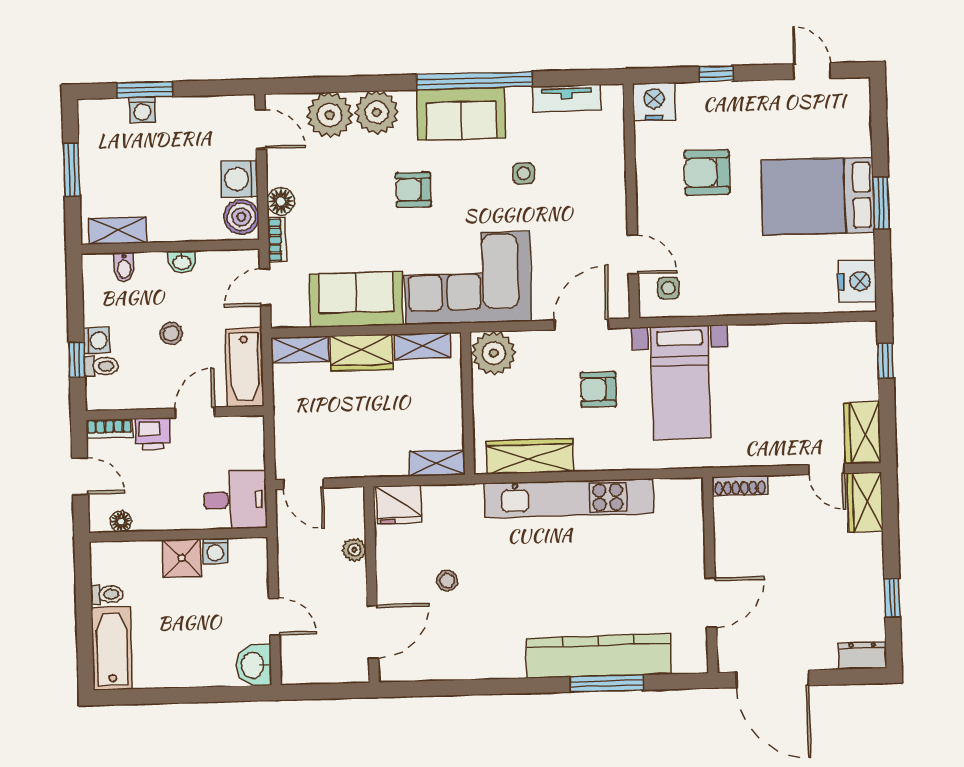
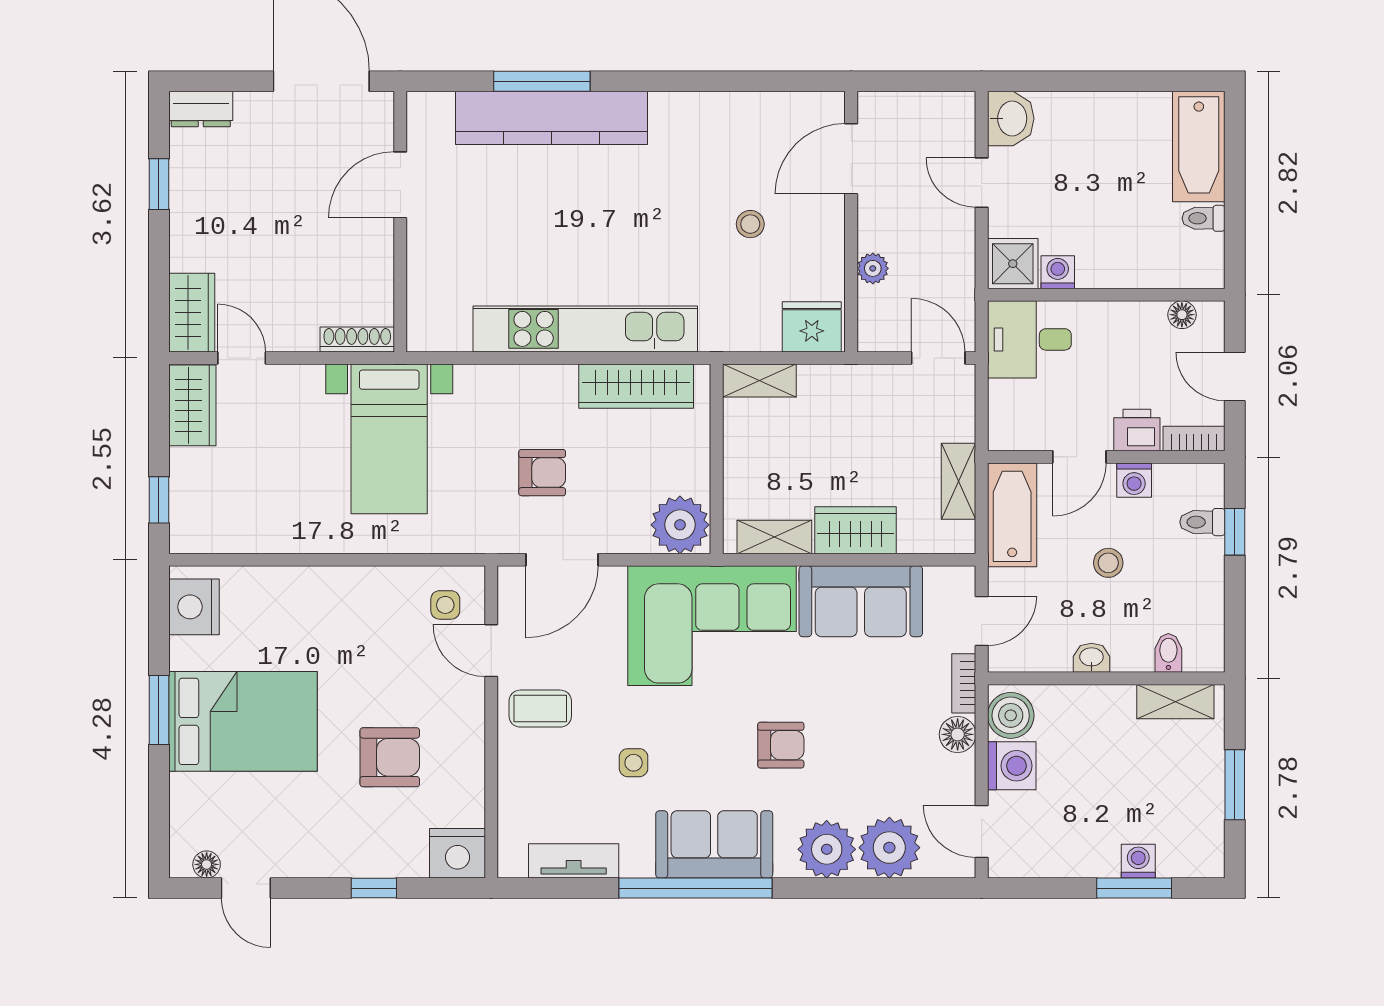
floor lamp: (842, 88) -> (207, 864), added
coffee table: (595, 212) -> (540, 709), added
washing machine: (97, 340) -> (1134, 480), moved, turned -90
shelving: (300, 350) -> (959, 481), moved, turned 90
bed with nightstands: (681, 382) -> (389, 439), moved, turned 180
shower: (182, 558) -> (1013, 264), moved

